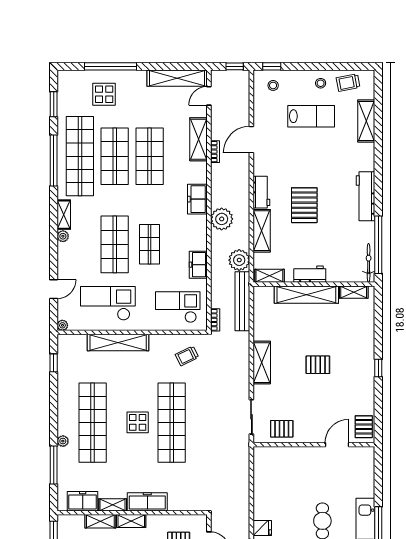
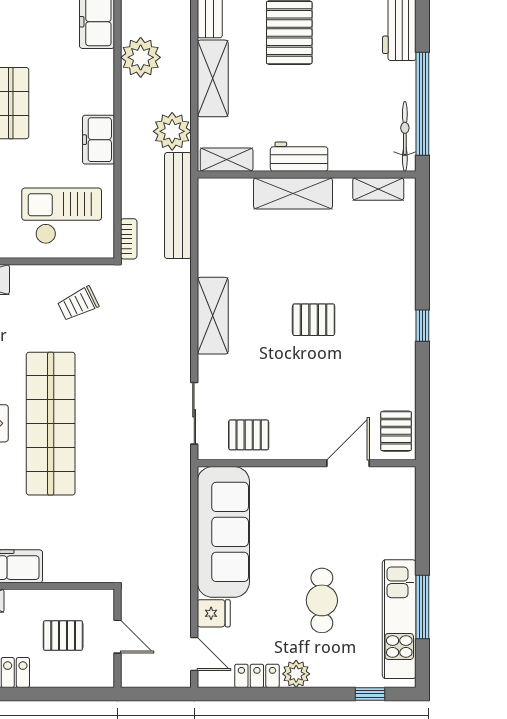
shelving: (306, 295) -> (293, 193), width x0.68
sofa: (268, 483) -> (223, 532), added

